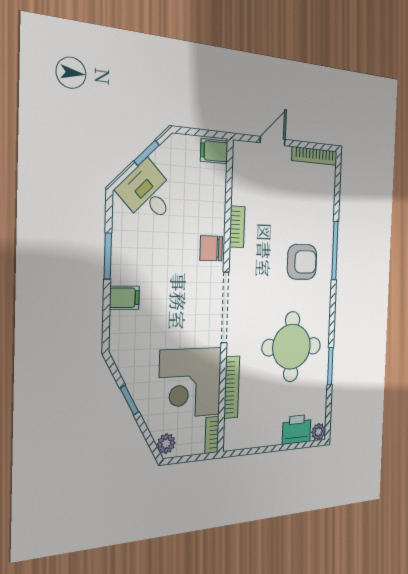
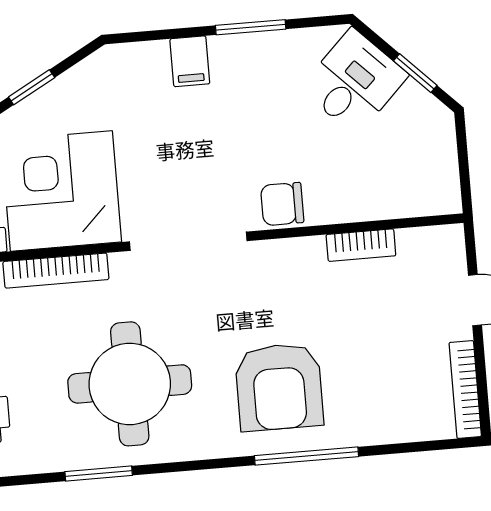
filing cabinet: (214, 151) -> (439, 191), removed
bookcase: (237, 227) -> (361, 245), moved
chair: (211, 248) -> (282, 204), turned -90
armchair: (302, 262) -> (279, 387), width x1.36, depth x1.36

